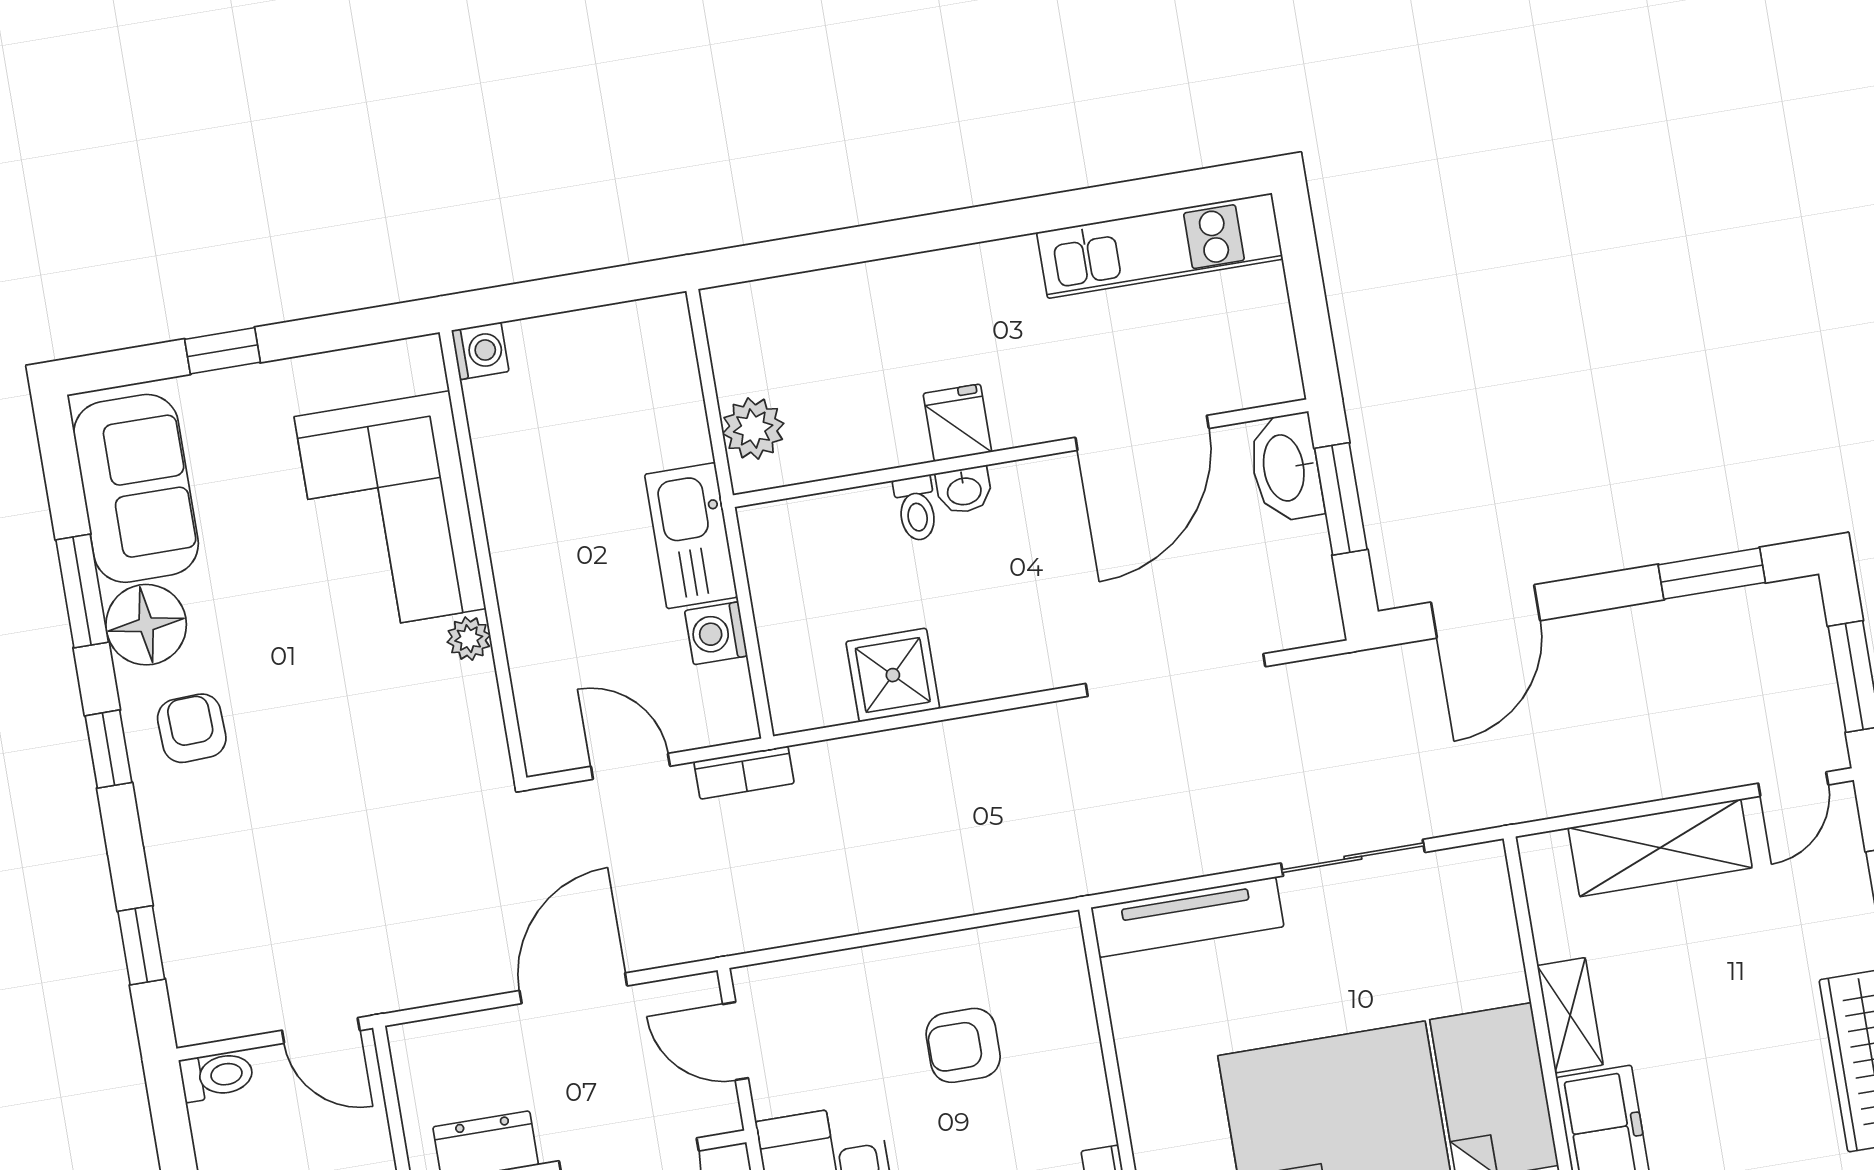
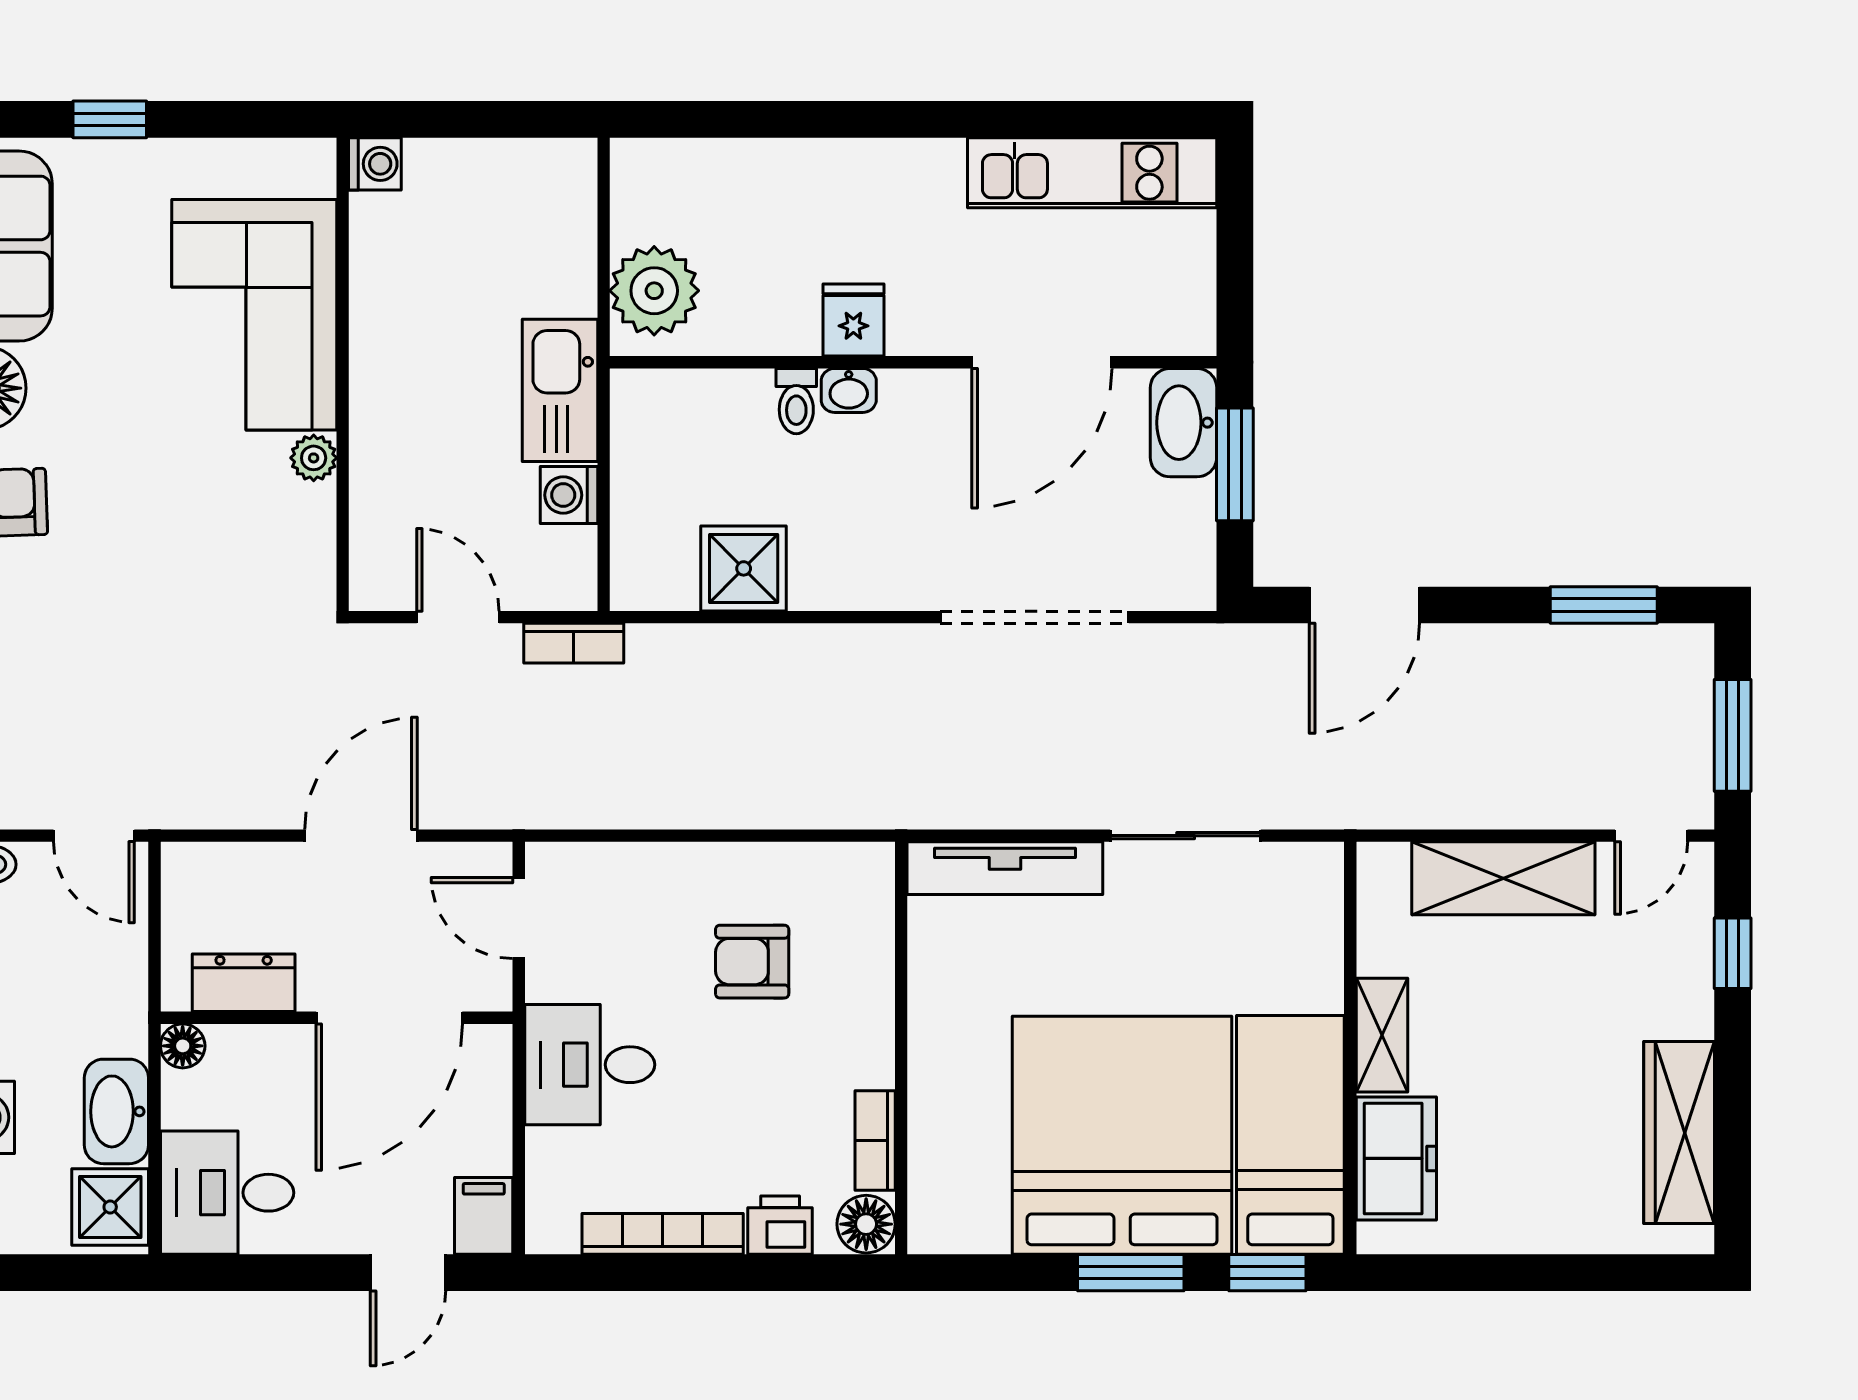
plant: (753, 428) -> (654, 291), width x1.36, depth x1.36

